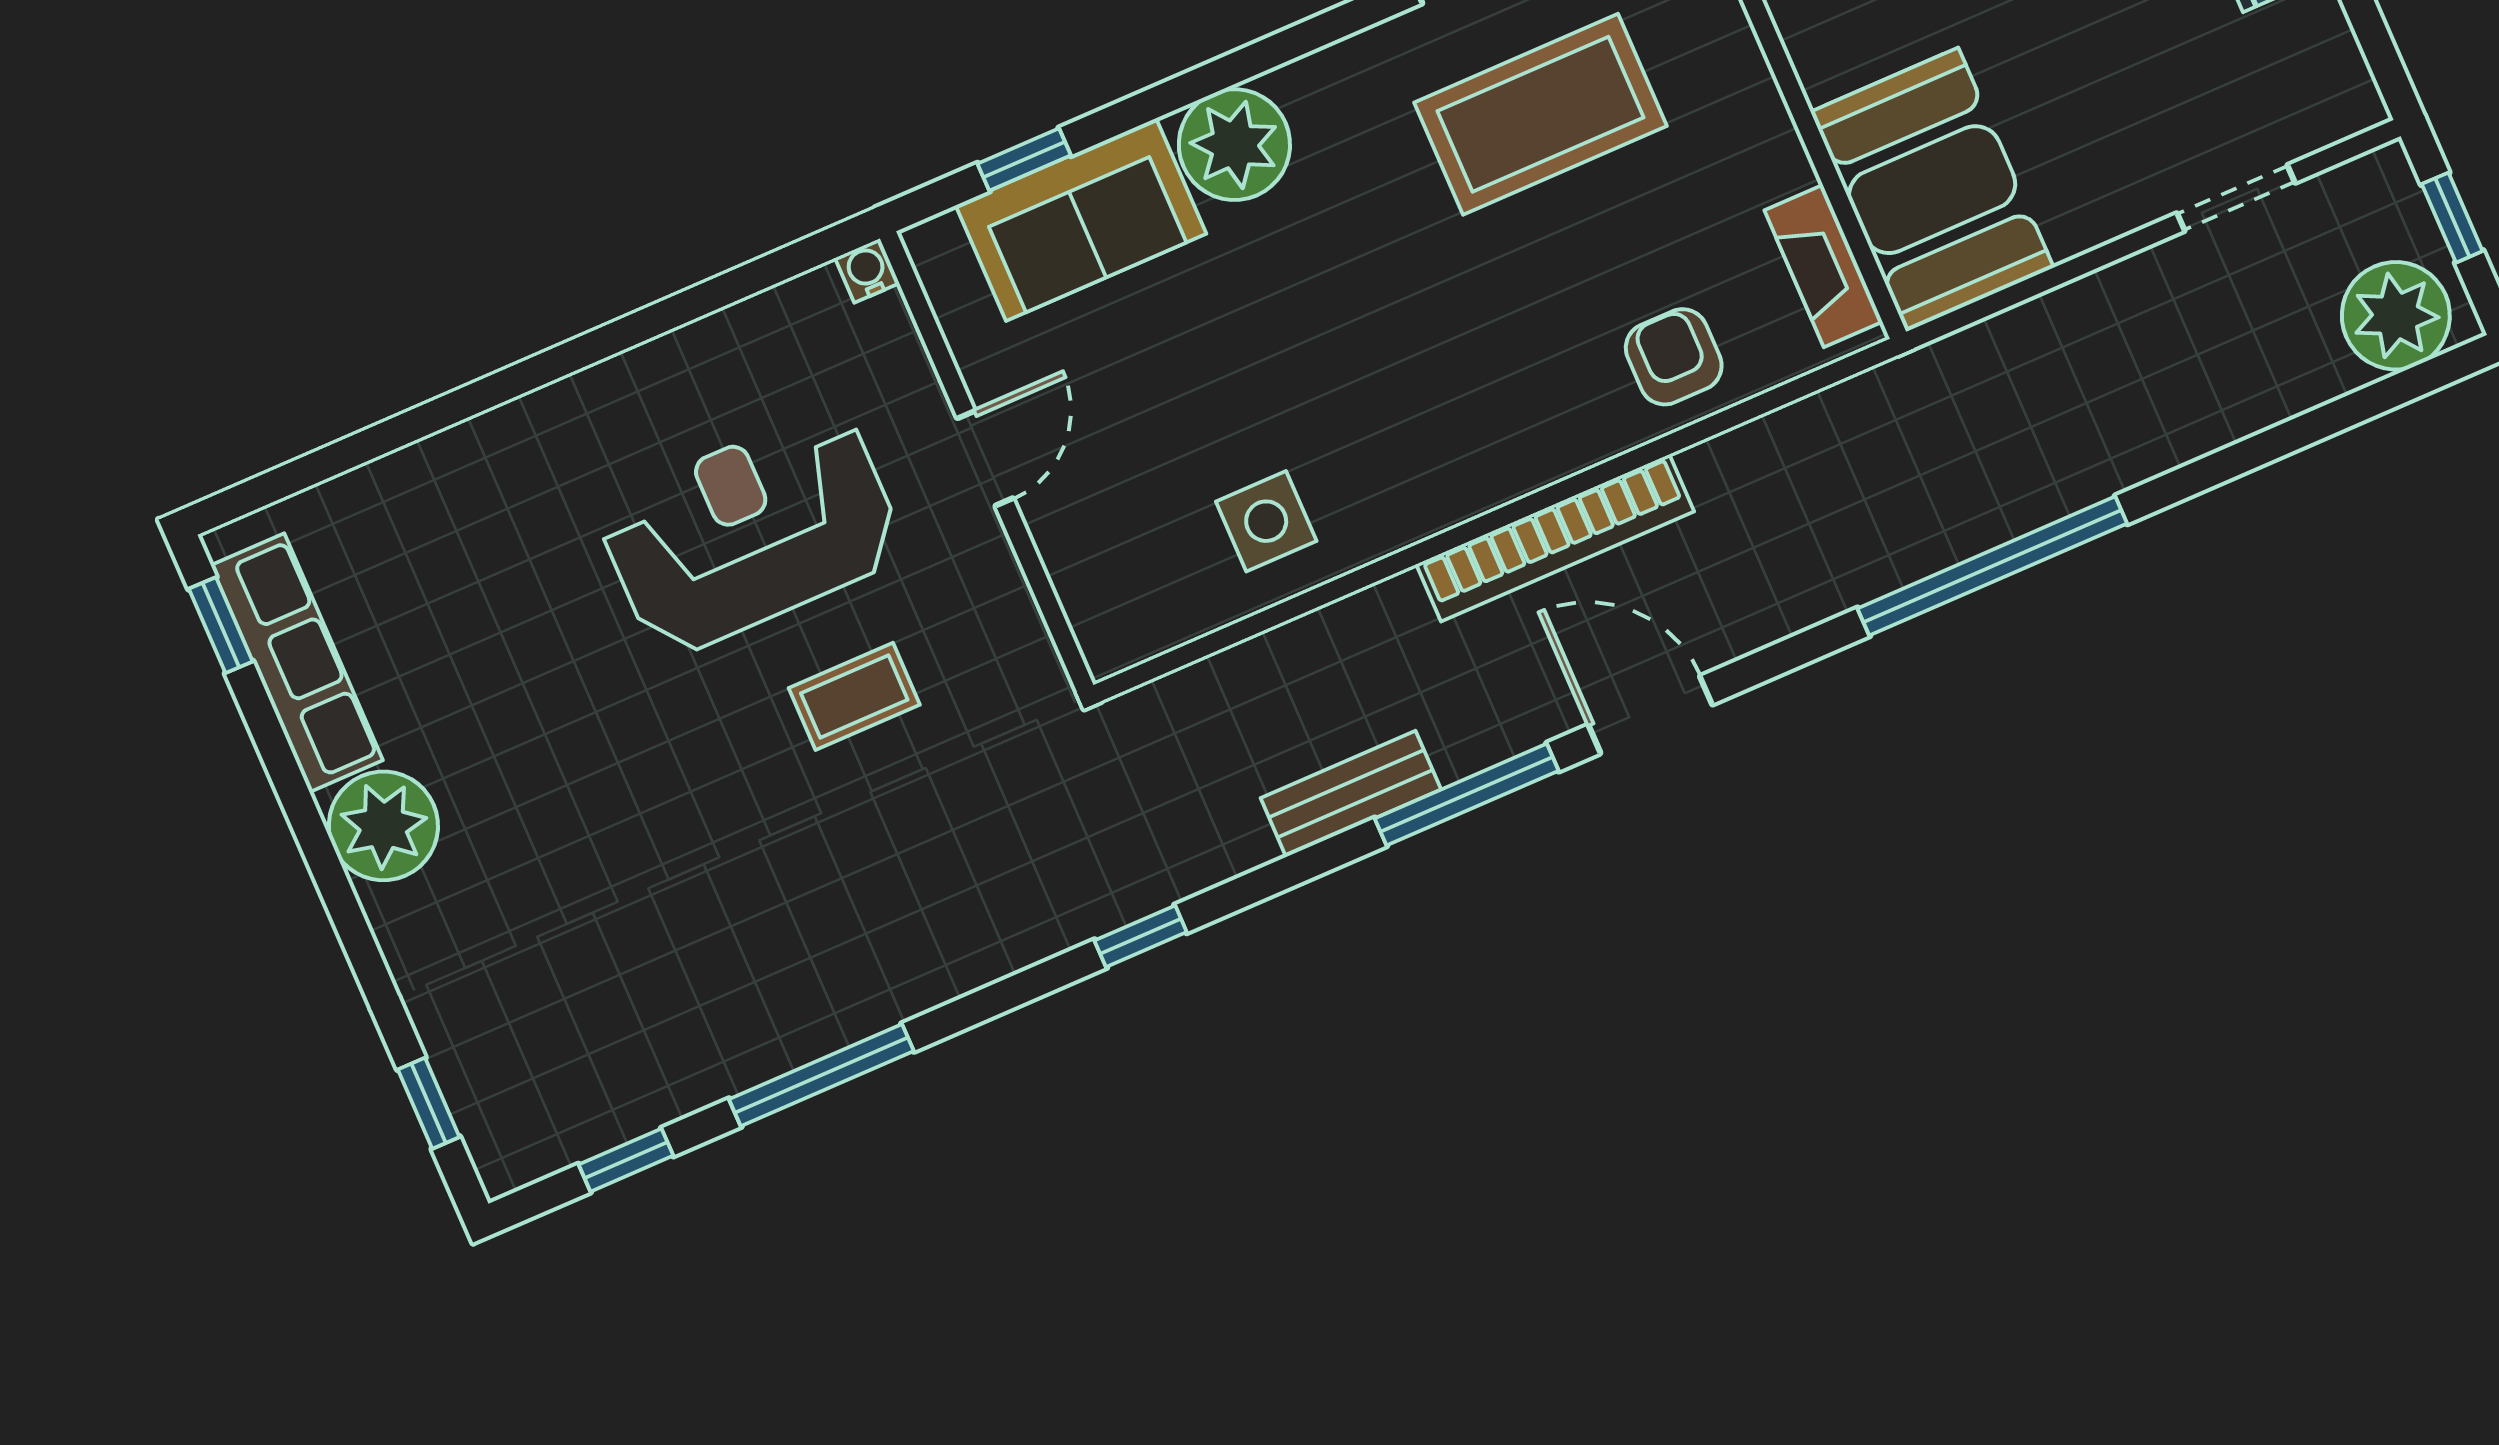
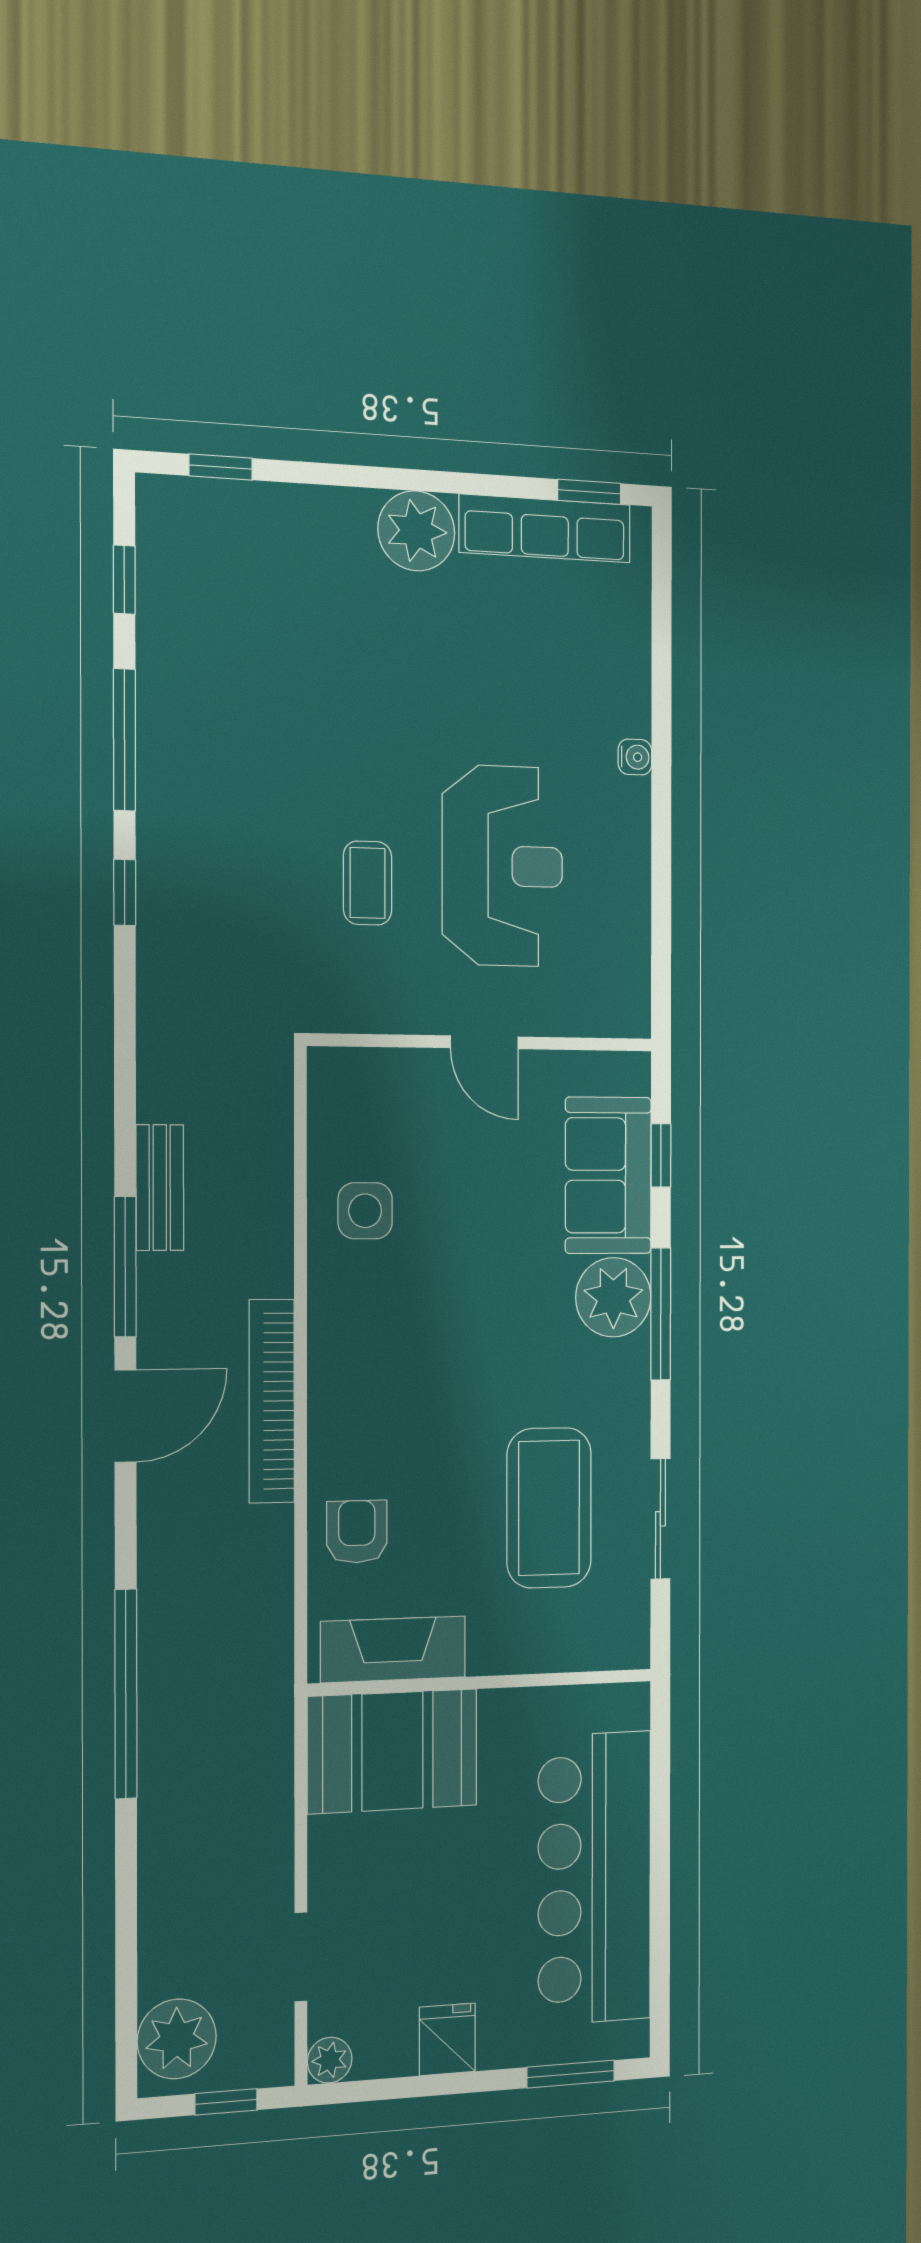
window: (1228, 71) -> (661, 1314), added
plant: (2353, 104) -> (330, 2060), added
fireplace: (1823, 266) -> (393, 1649), width x1.37, depth x1.32
water cooler: (867, 271) -> (635, 757), moved
armchair: (1674, 357) -> (357, 1532), turned -90
window: (1141, 936) -> (125, 892), moved

